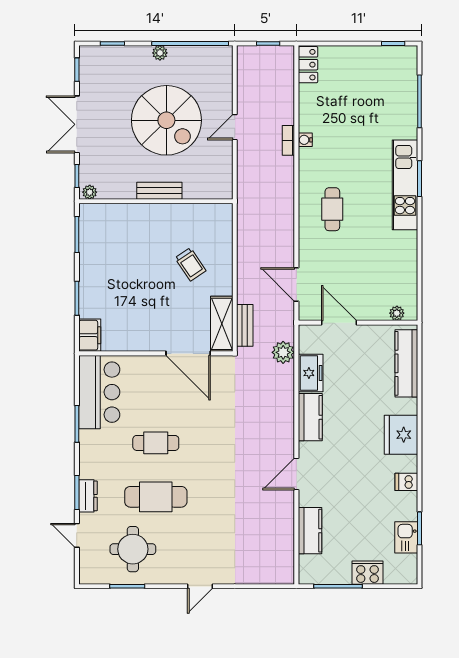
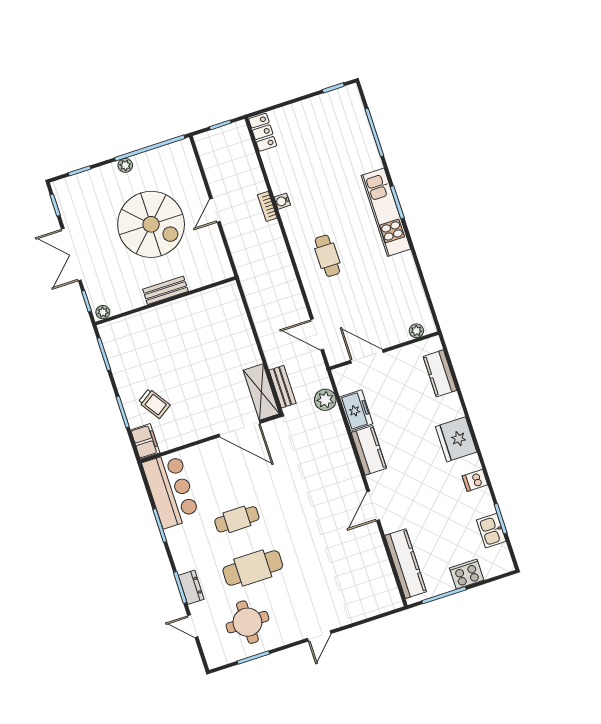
trolley: (190, 264) -> (154, 404), moved
kitchen counter: (406, 363) -> (440, 373), width x0.67
kitchen counter: (310, 531) -> (406, 564), width x1.50

